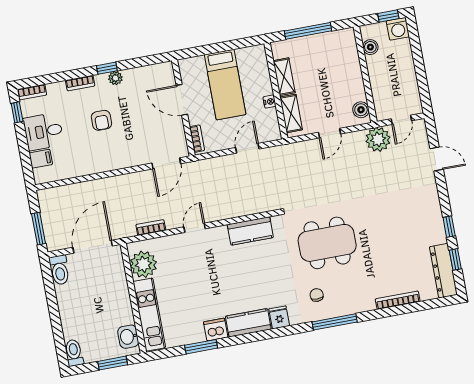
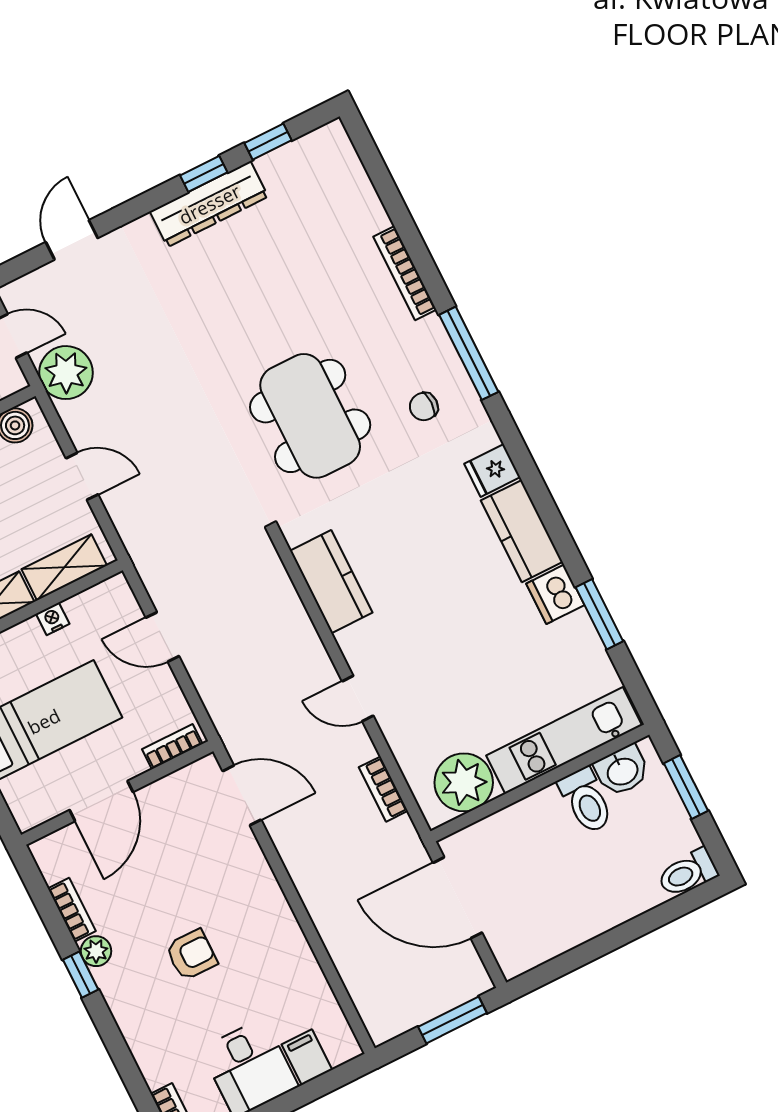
bookcase: (80, 83) -> (72, 910), moved
toilet: (59, 270) -> (586, 800), moved, turned 90
dresser: (443, 271) -> (209, 204), moved
bookcase: (398, 300) -> (405, 273), moved

